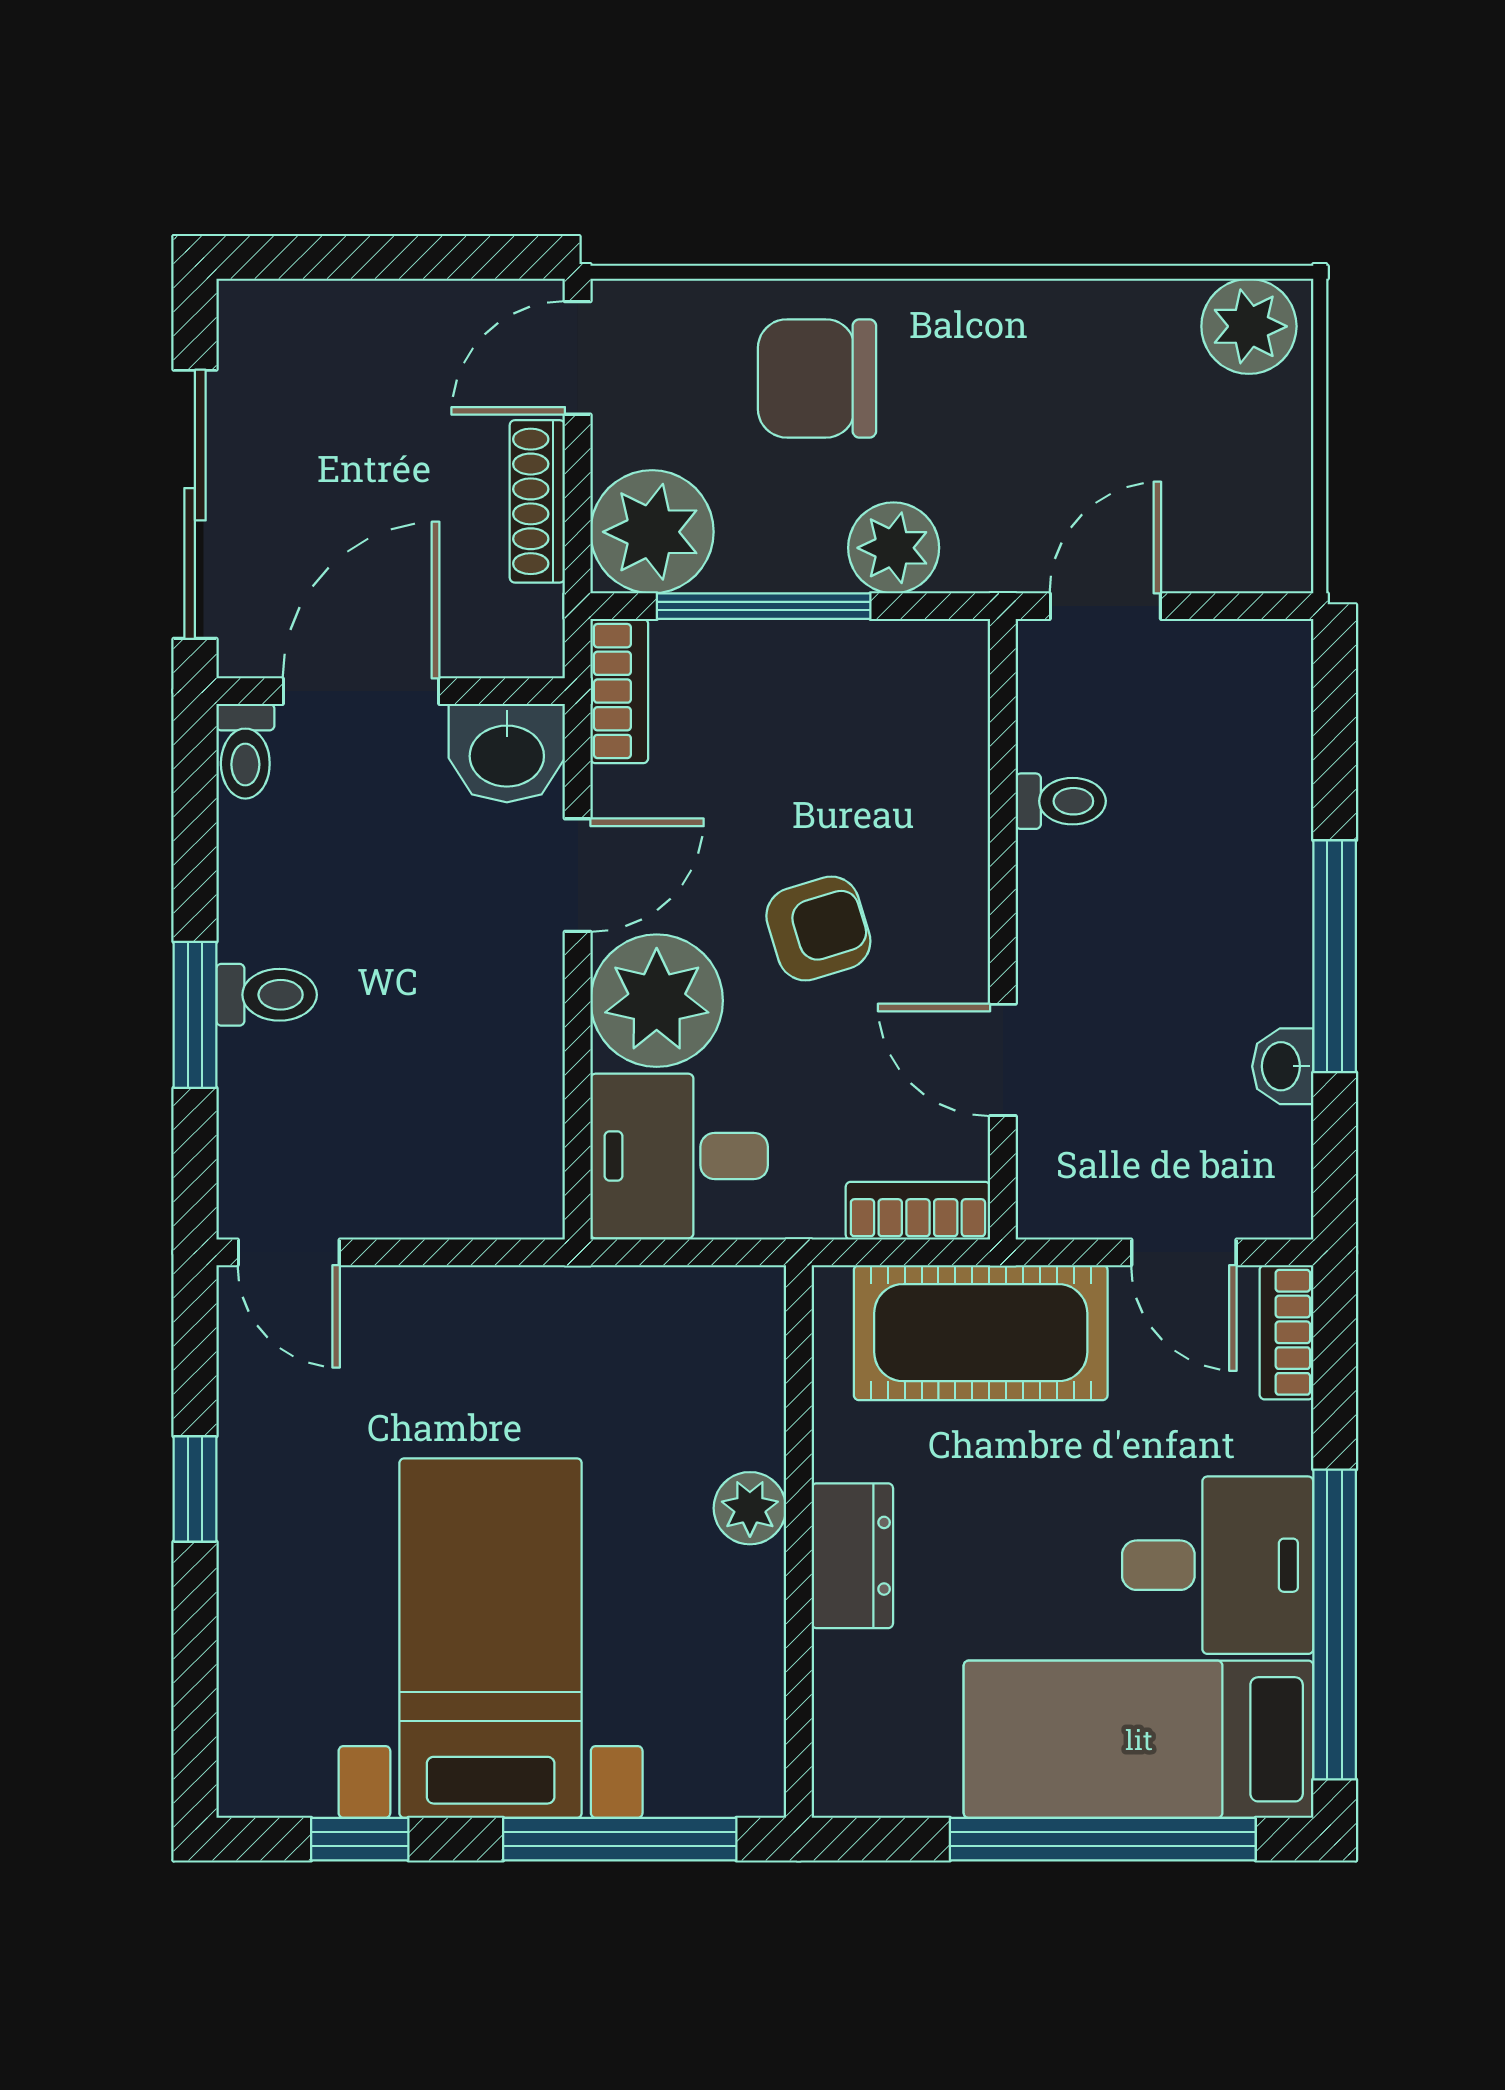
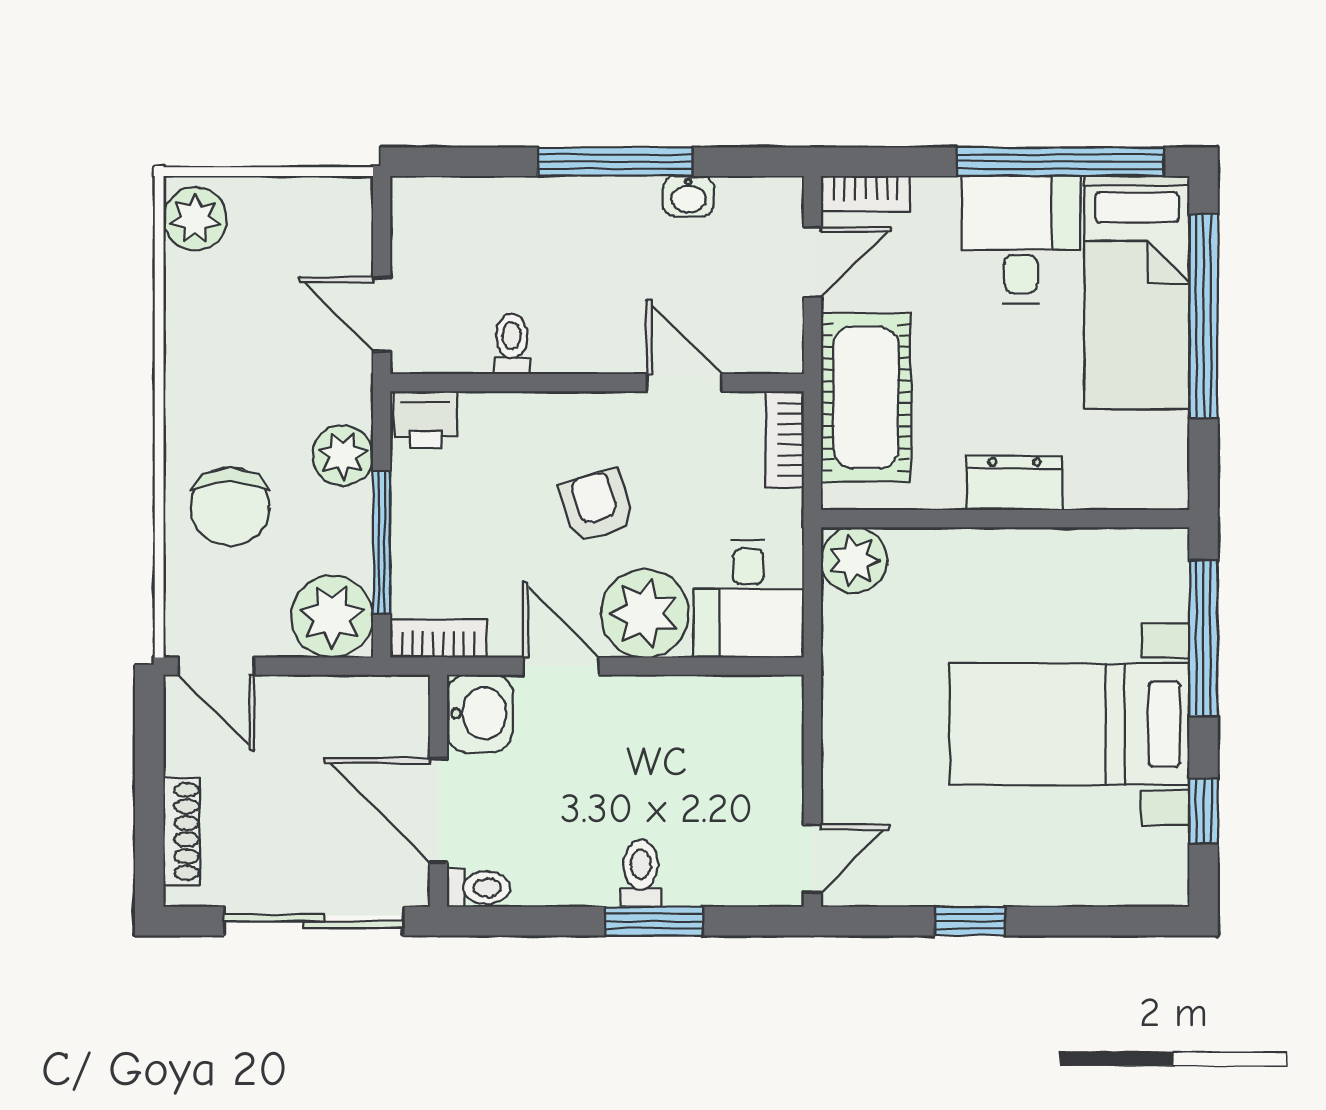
shoe rack: (537, 501) -> (182, 831), moved, turned -90
printer: (948, 672) -> (425, 420), added
door: (1003, 1060) -> (684, 383), swing flipped
plant: (750, 1508) -> (854, 560), moved, width x1.38, depth x1.38

